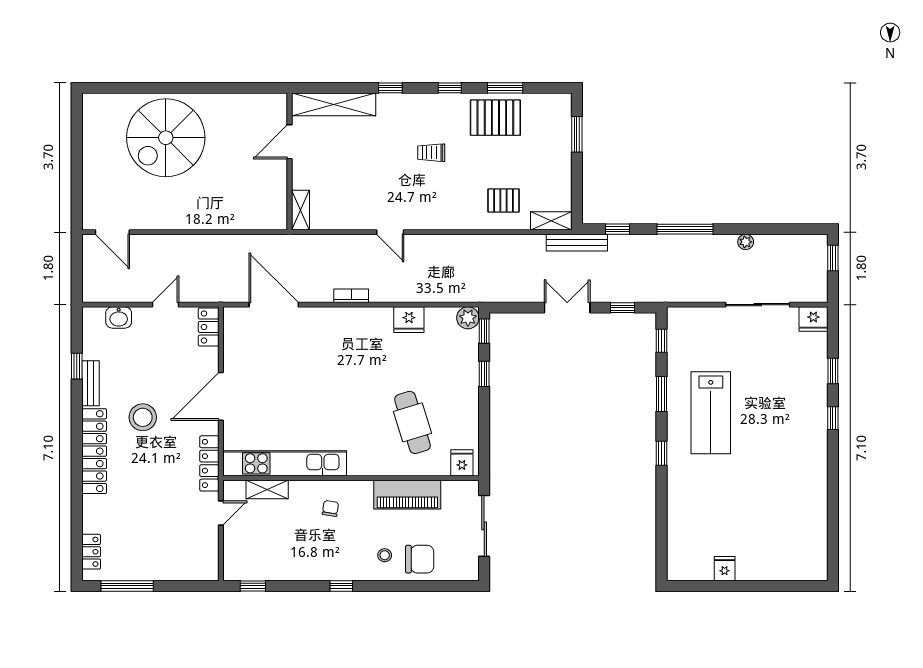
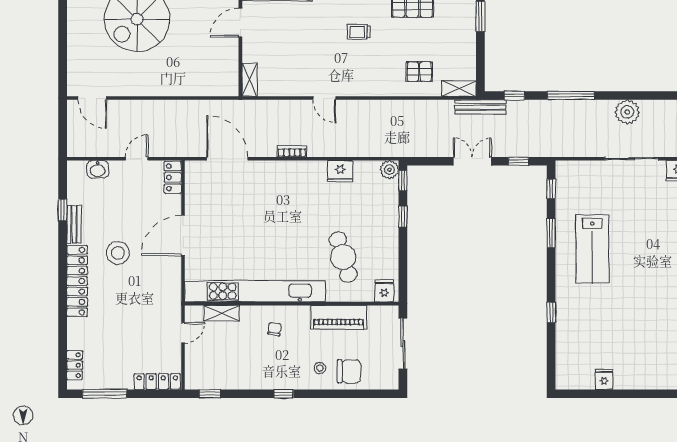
plant: (746, 242) -> (627, 112), width x1.88, depth x1.88
window: (662, 453) -> (551, 312), moved
locker: (209, 463) -> (157, 382), moved, turned 90
kitchen unit: (285, 463) -> (255, 291), width x1.36

